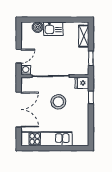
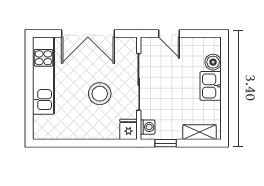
washing machine: (26, 70) -> (148, 127), moved
window: (91, 97) -> (106, 143), removed

